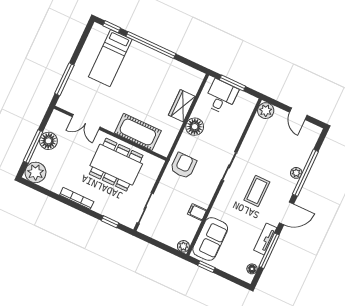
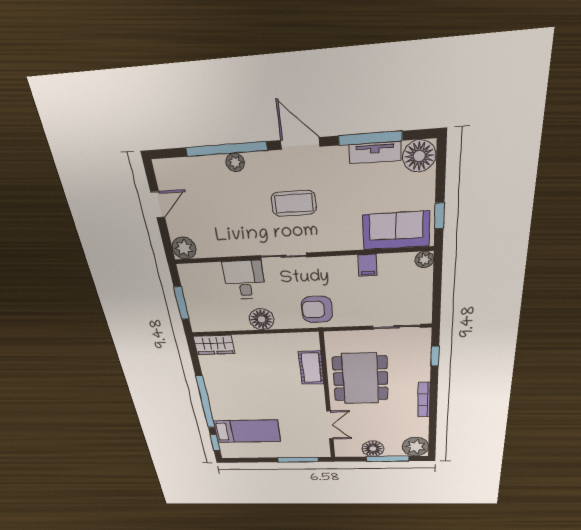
desk: (221, 97) -> (244, 280), moved, turned 90
wardrobe: (182, 106) -> (214, 345), moved
cot: (138, 132) -> (311, 368), width x0.73, depth x0.75
tv unit: (265, 239) -> (375, 153), moved
floor lamp: (252, 269) -> (419, 156), width x1.89, depth x1.89

